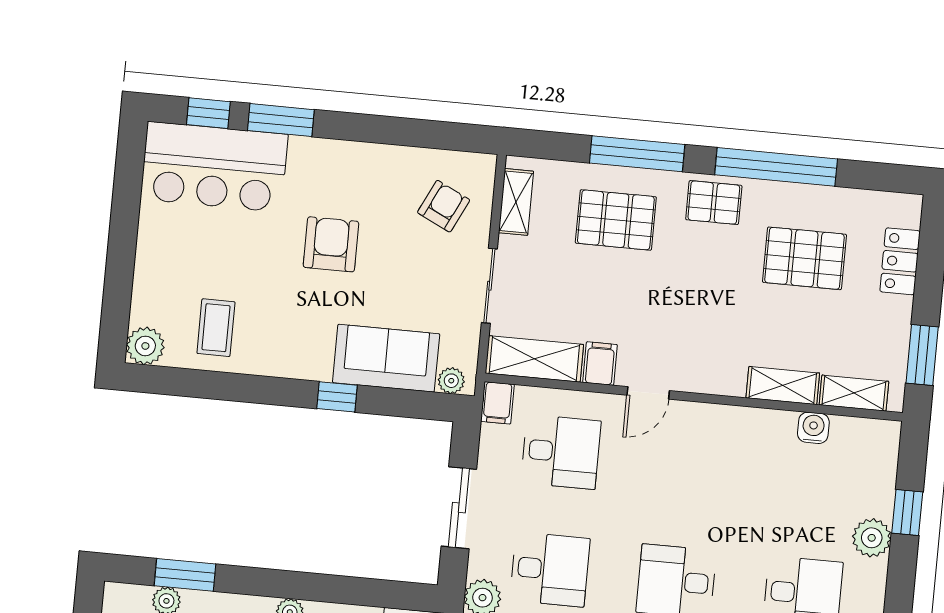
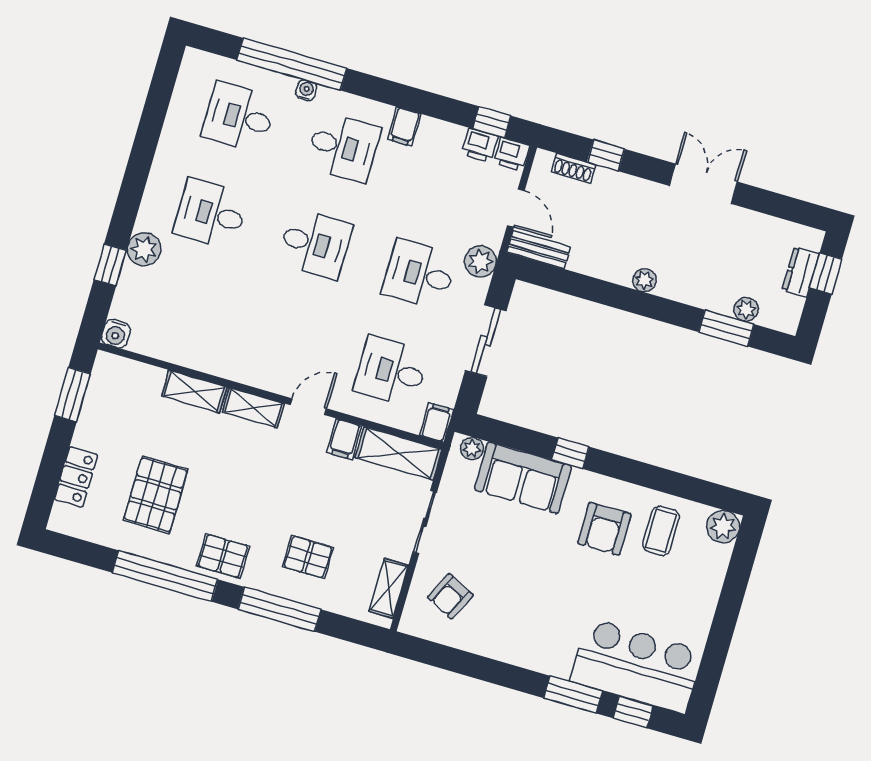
pallet: (616, 220) -> (308, 557), width x0.67, depth x0.71
armchair: (331, 244) -> (604, 529), moved
pallet: (804, 258) -> (156, 495), turned 90
shelving: (854, 393) -> (253, 408), moved
water cooler: (813, 428) -> (116, 334), moved

